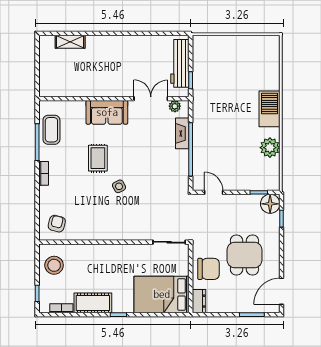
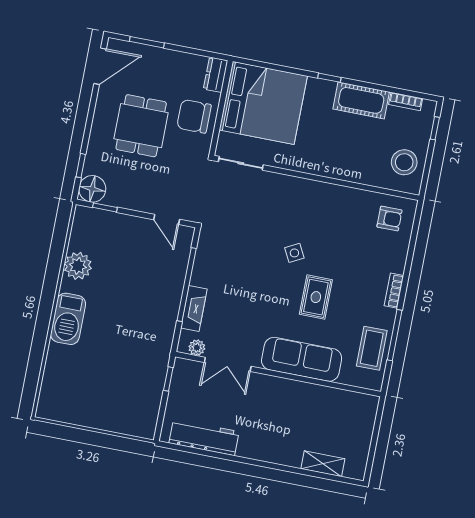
workbench: (180, 63) -> (204, 437), moved, turned -90
sofa: (107, 112) -> (302, 359), width x1.36
armchair: (57, 224) -> (389, 219), turned -104
bed: (162, 294) -> (263, 103), width x1.36

